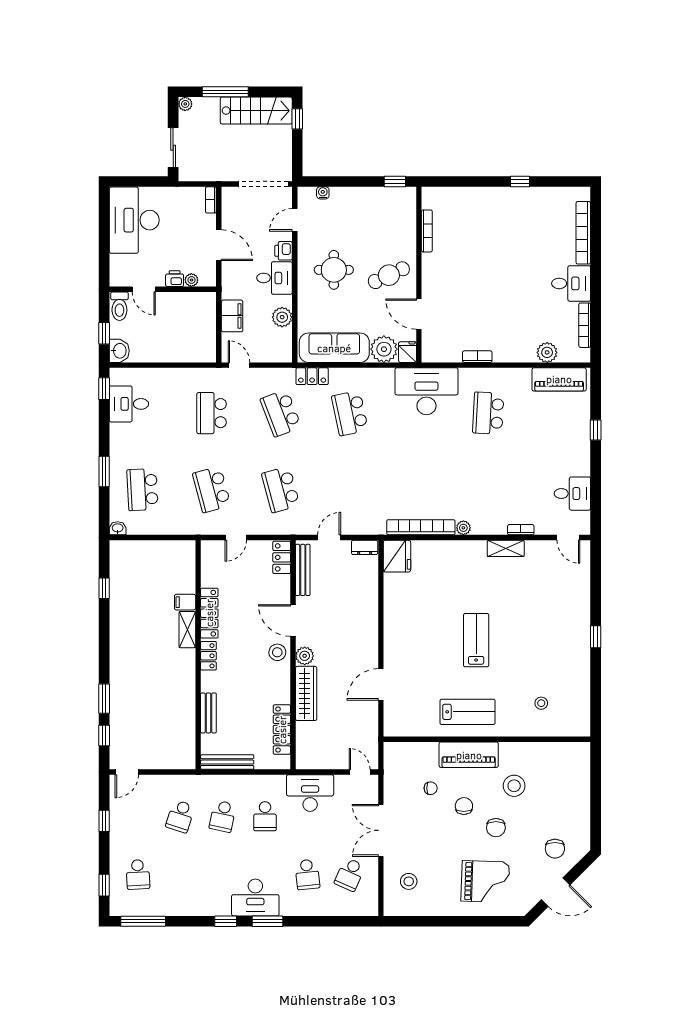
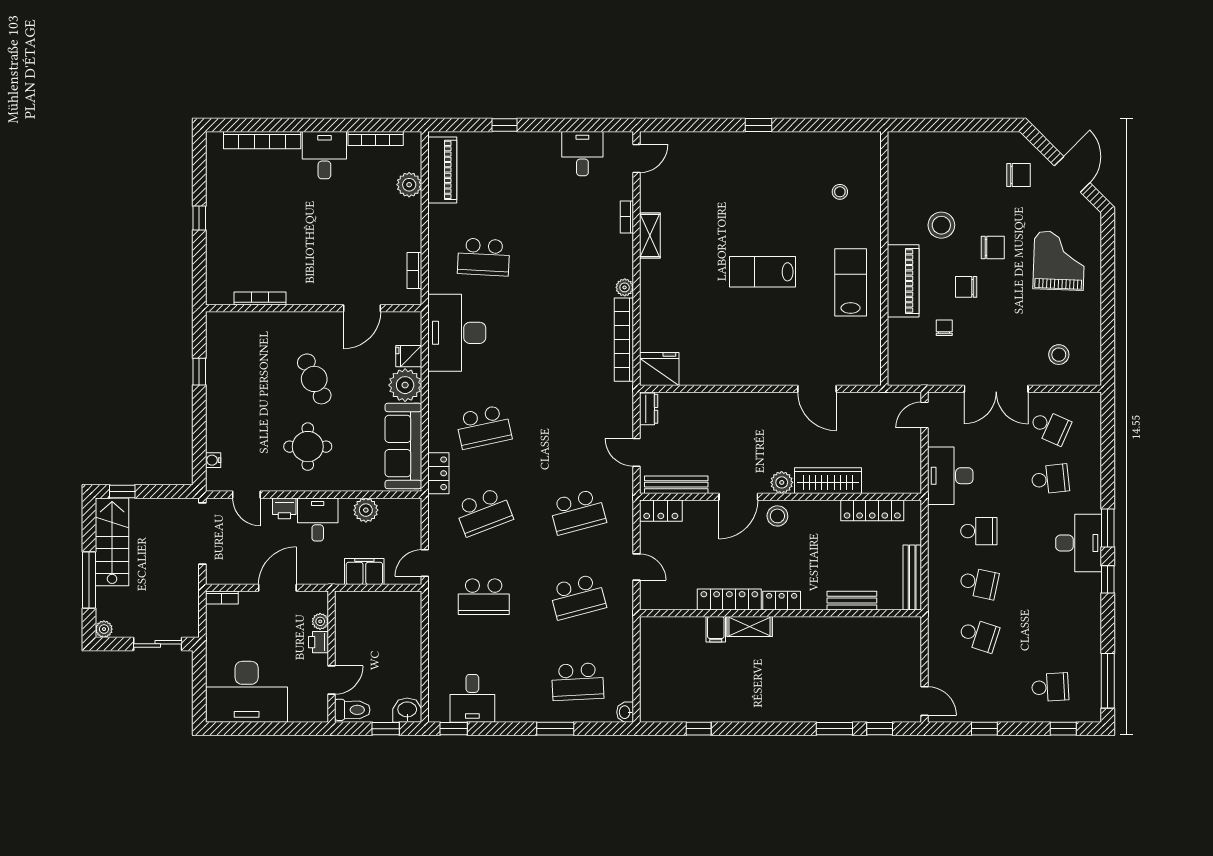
bookcase: (427, 231) -> (260, 298), moved
wall: (419, 275) -> (314, 308), moved
door: (419, 314) -> (362, 308), moved

